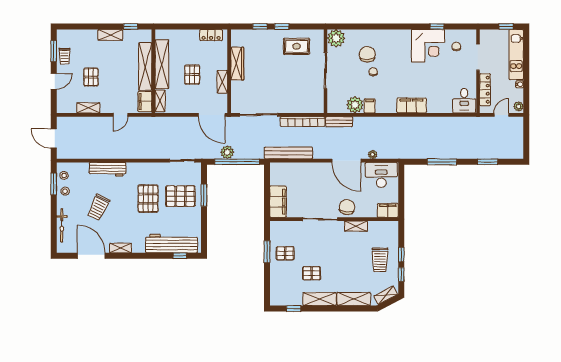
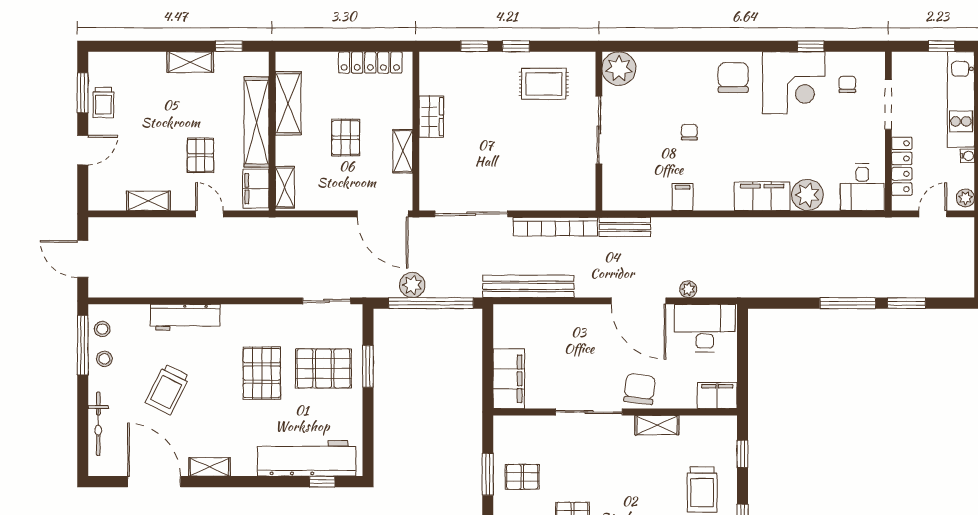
locker: (211, 35) -> (370, 62), width x1.53
chair: (367, 54) -> (733, 78), moved
shelving: (162, 64) -> (288, 103), width x0.68
wardrobe: (237, 64) -> (431, 117), width x0.67
pallet: (91, 77) -> (201, 155), moved
plant: (355, 105) -> (807, 195), moved
door: (120, 115) -> (209, 214), swing flipped
window: (442, 162) -> (848, 303), moved
window: (54, 184) -> (83, 345), width x1.44
window: (401, 255) -> (742, 454), moved

